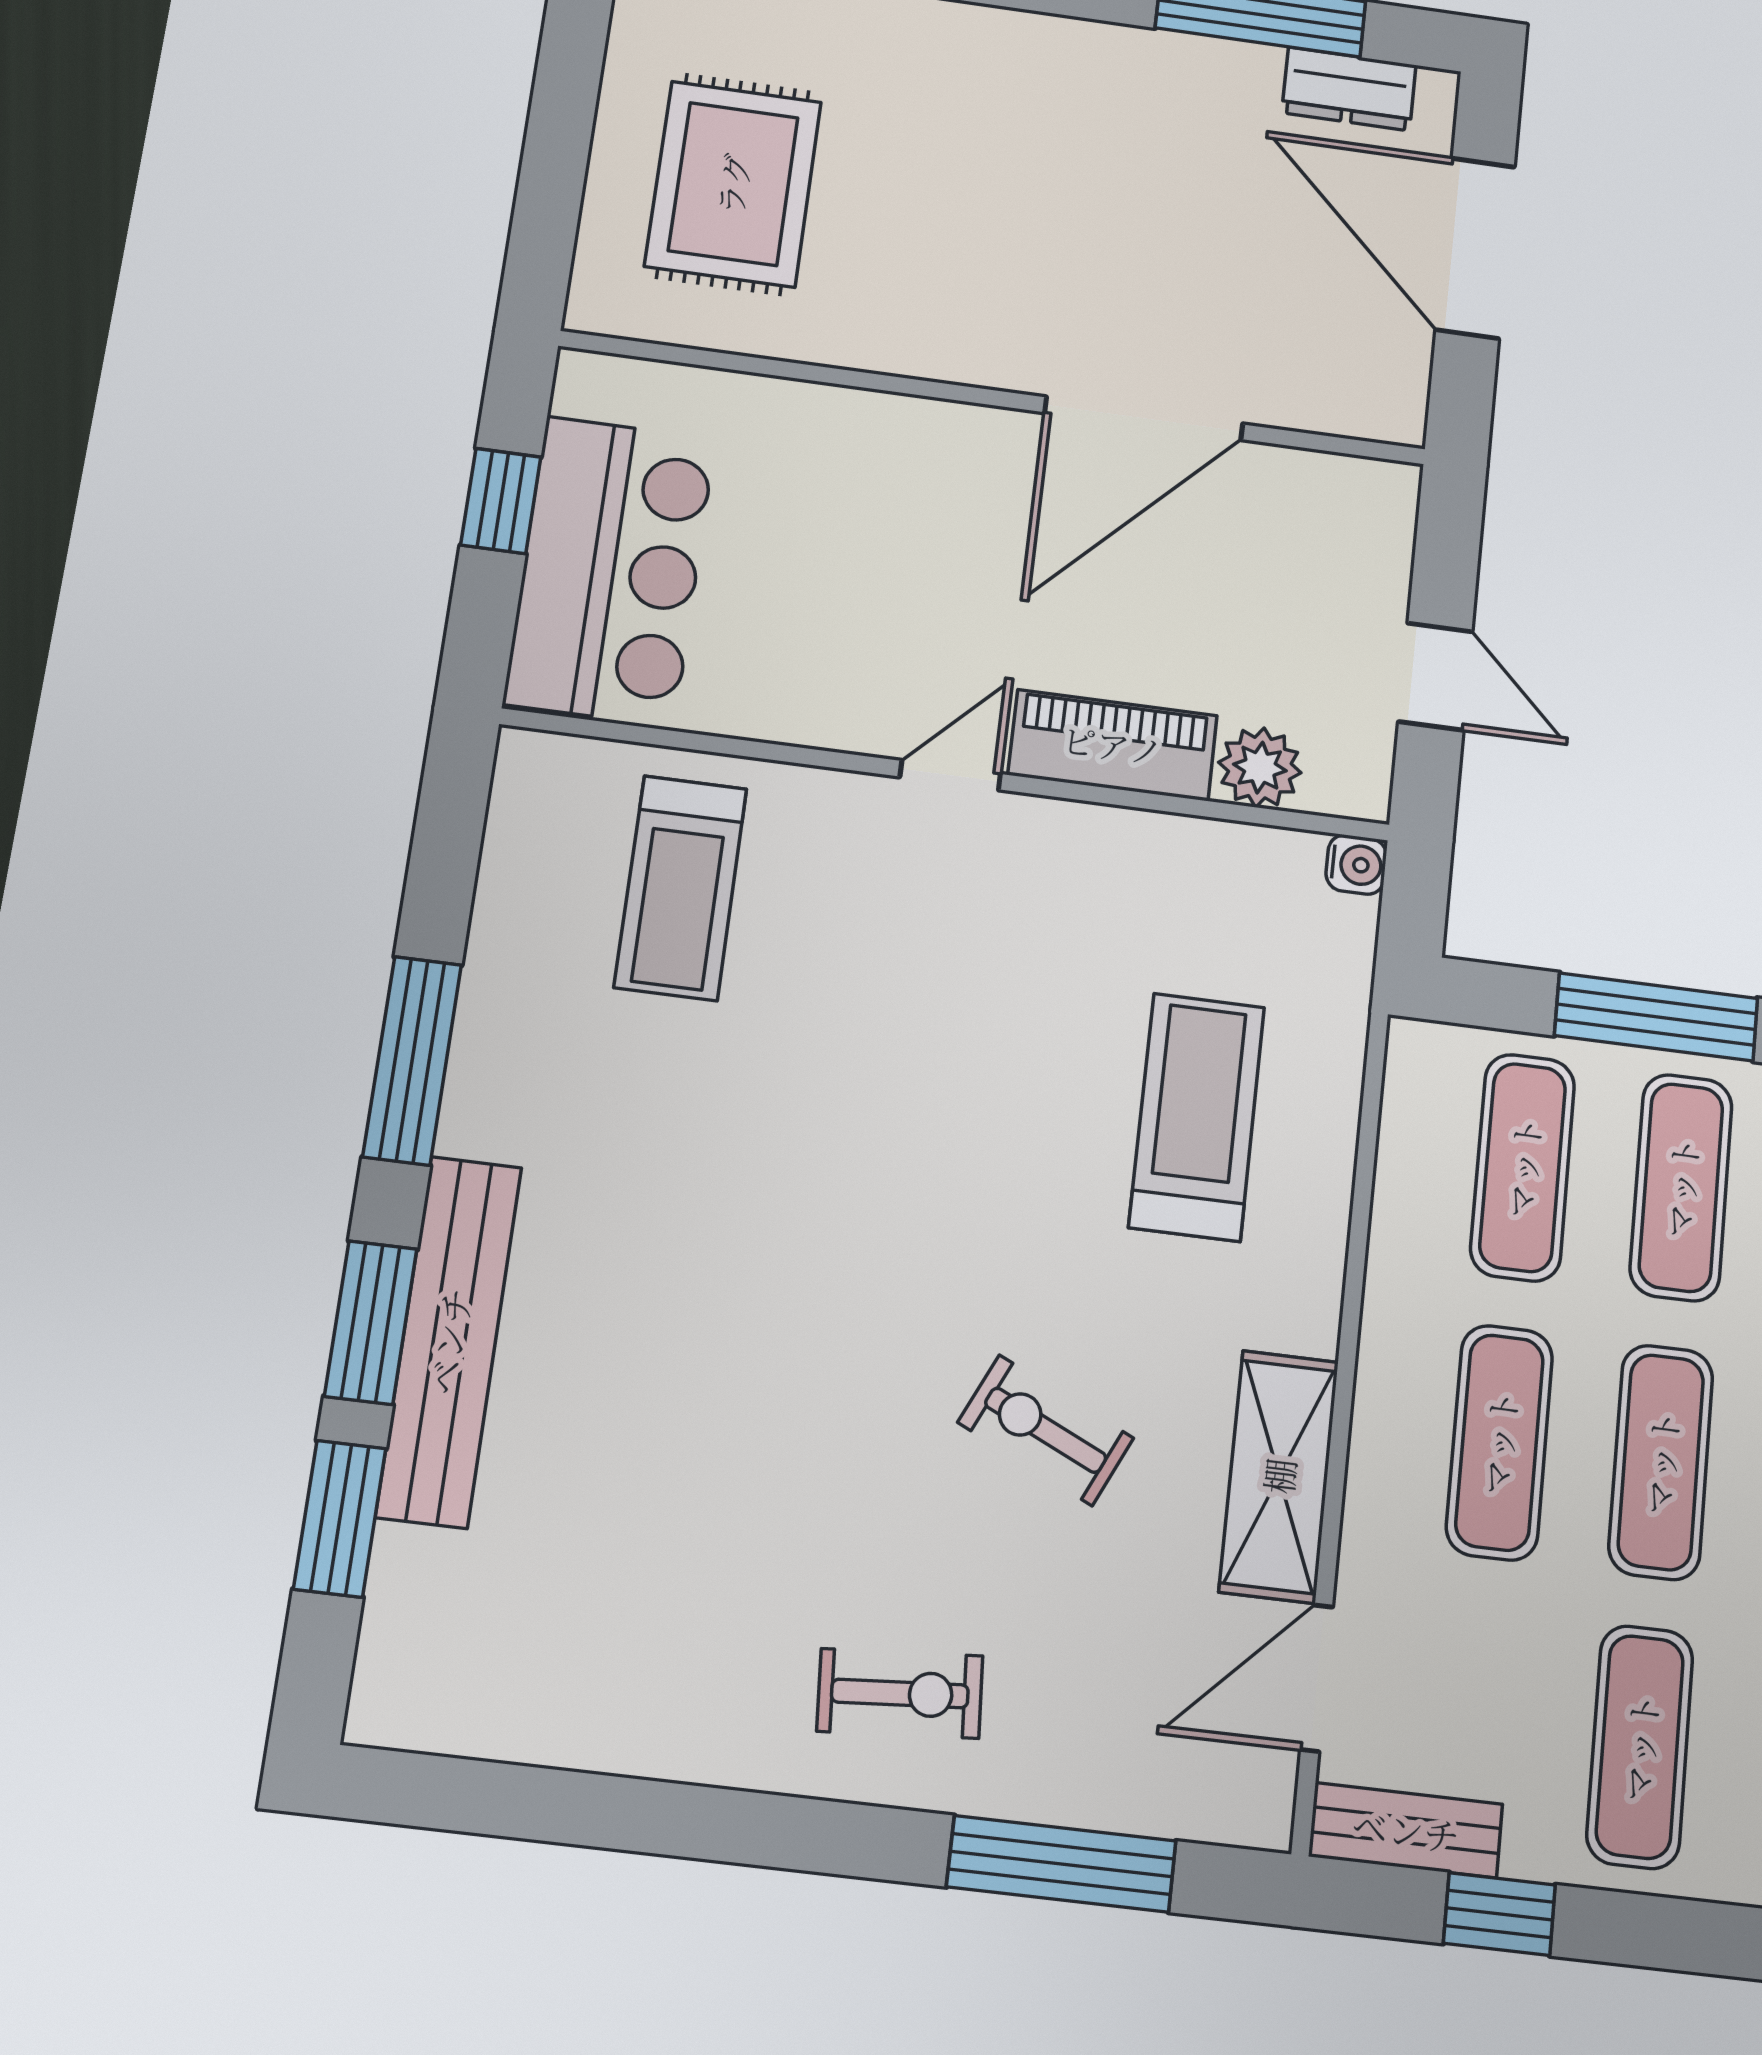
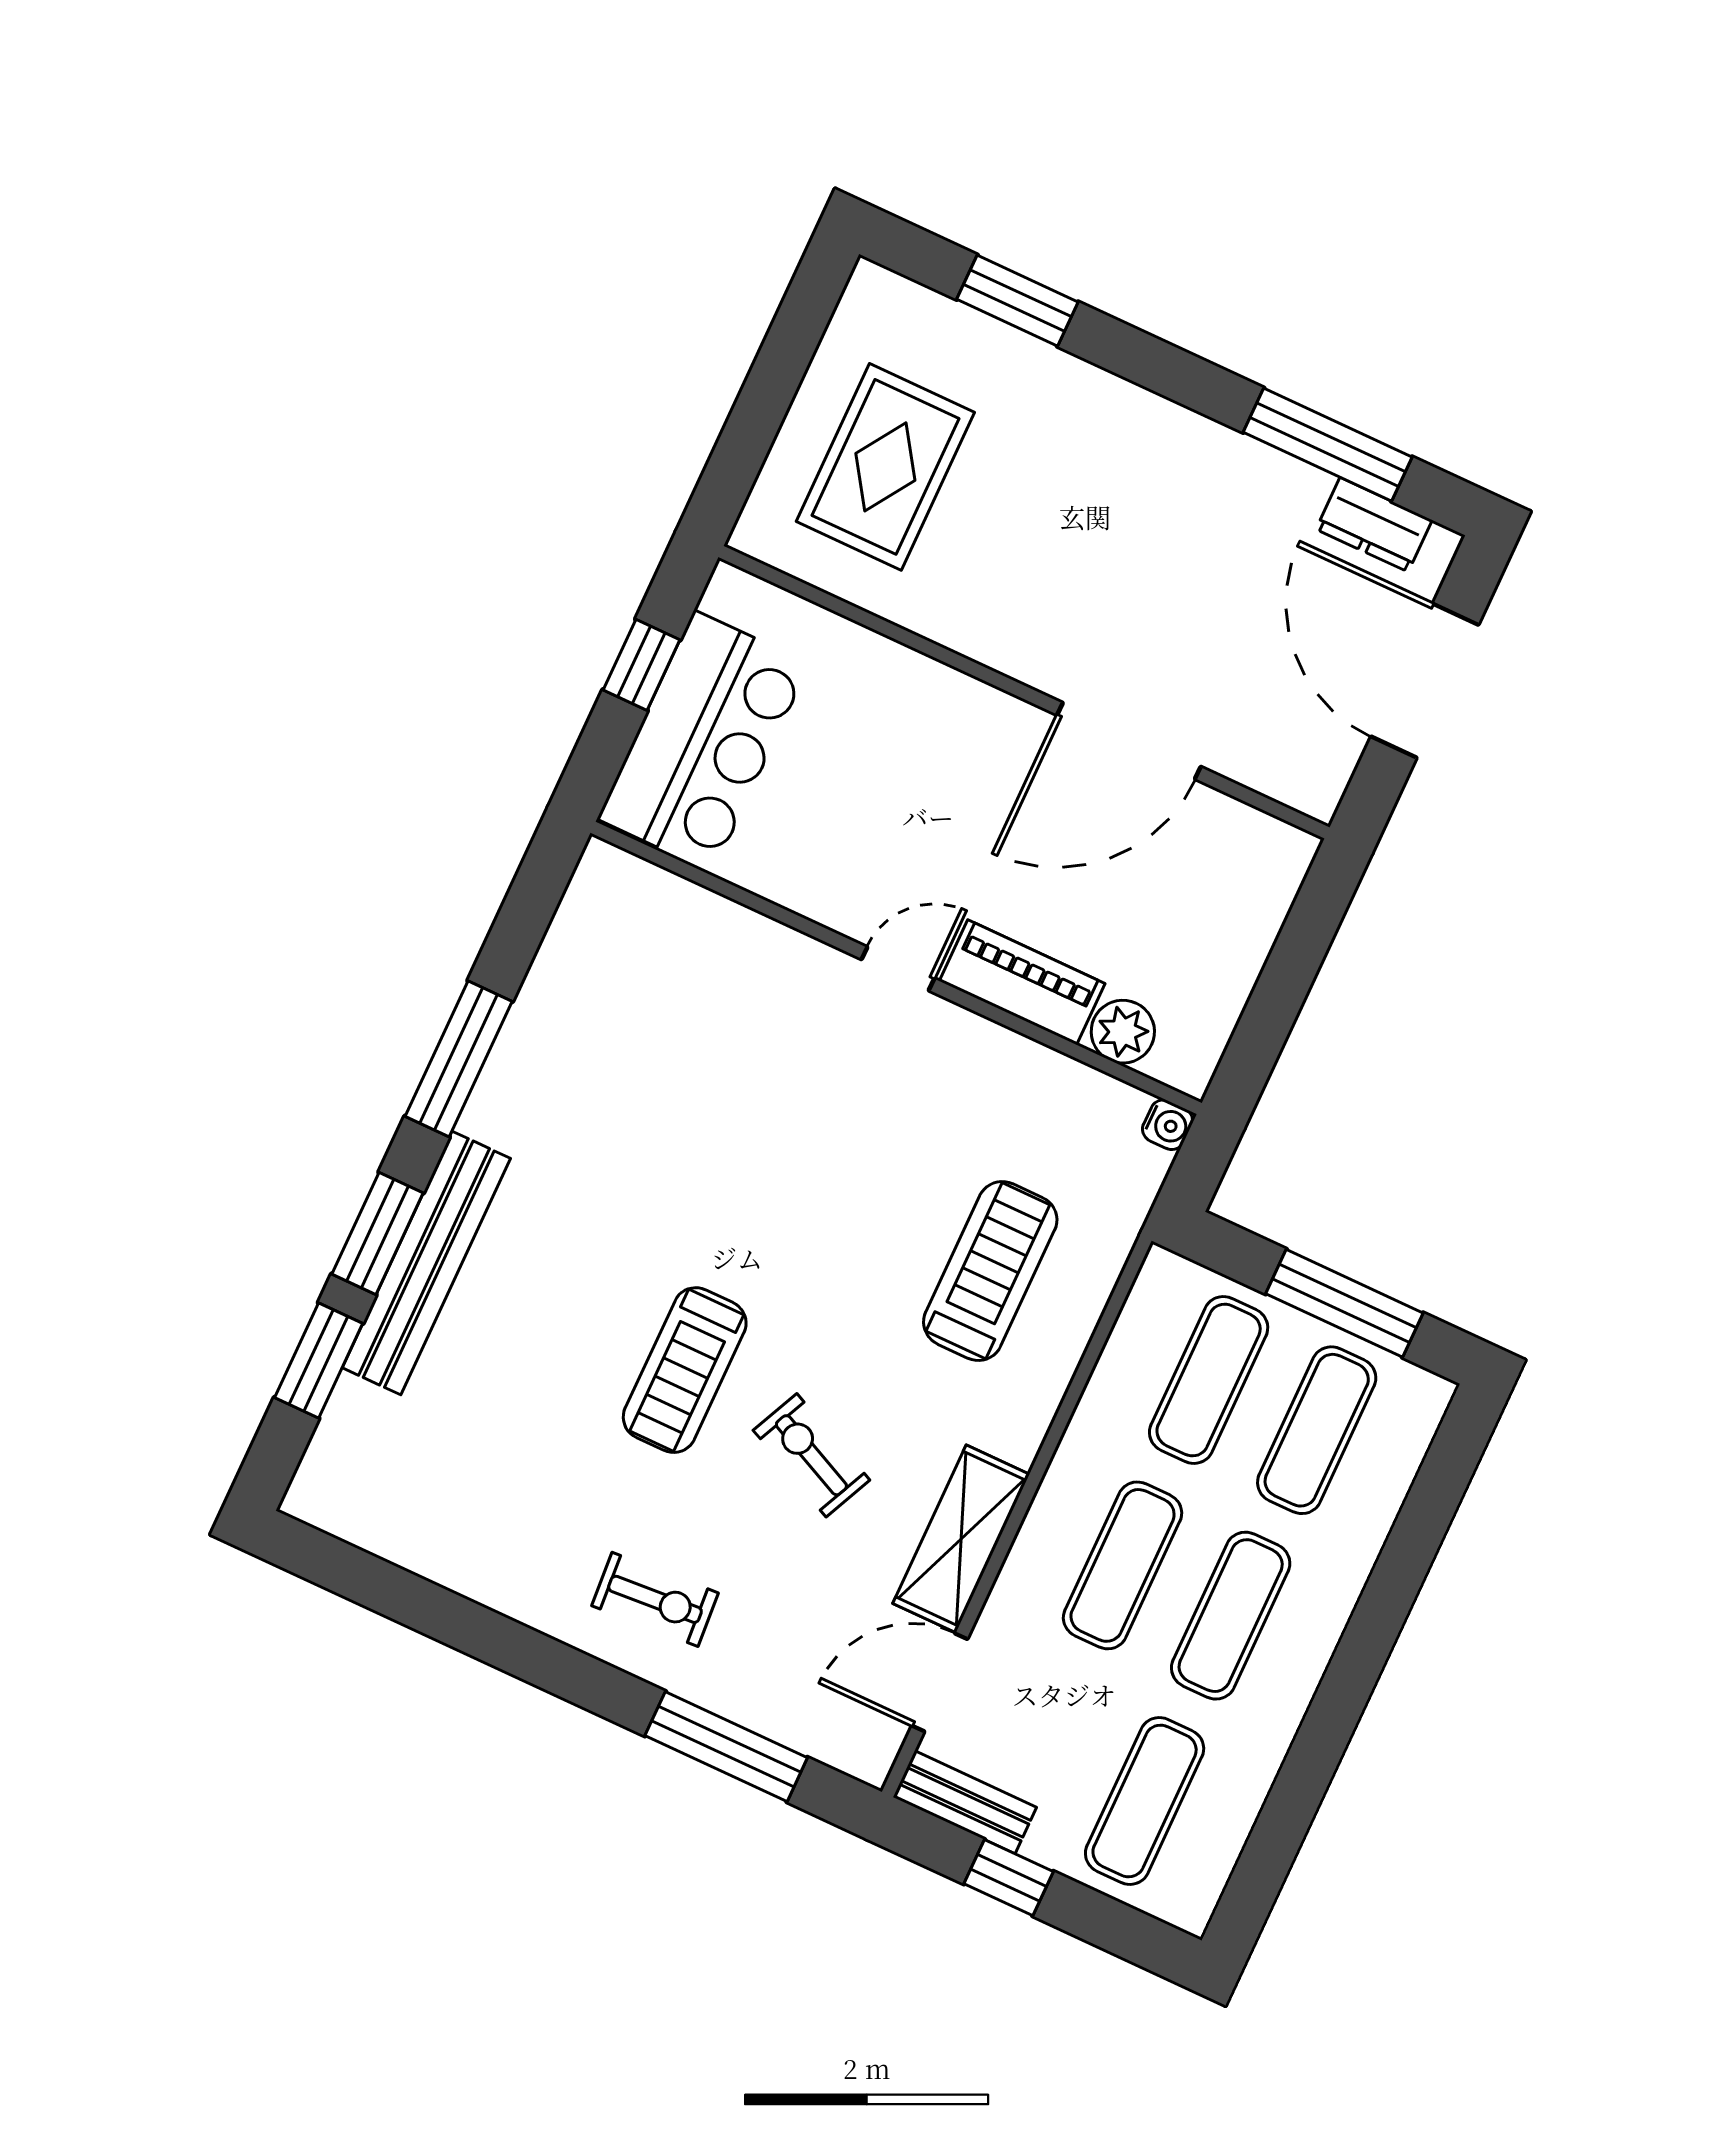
door: (1435, 676) -> (1275, 1003), removed
treadmill: (681, 888) -> (685, 1370), moved

